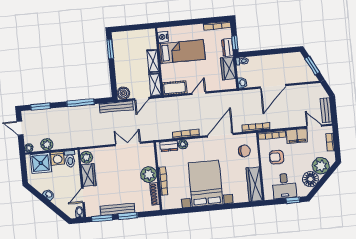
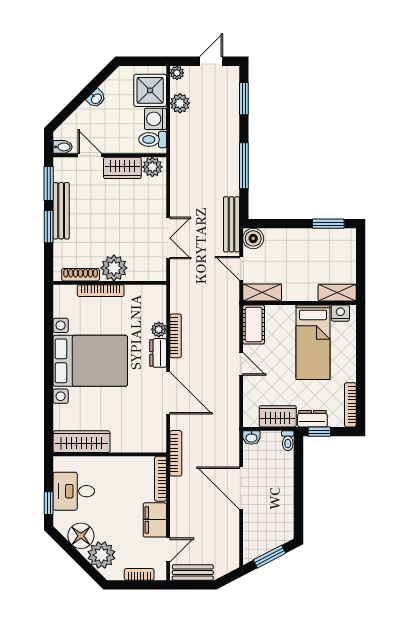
shelving: (153, 61) -> (337, 293), moved
dresser: (169, 146) -> (158, 353), moved
chair: (244, 151) -> (138, 430), removed
armchair: (277, 157) -> (123, 483), removed

